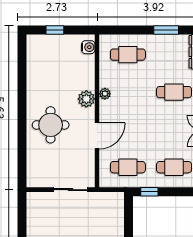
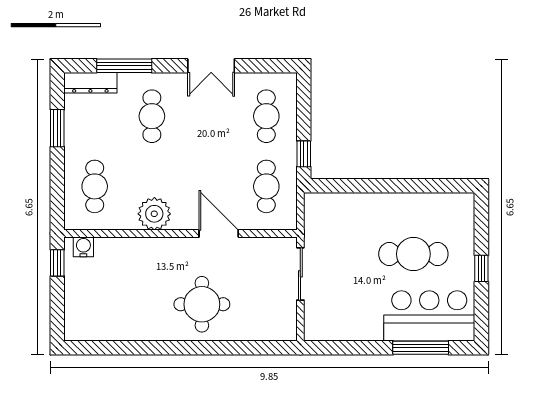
window: (55, 30) -> (57, 263), moved
plant: (105, 94) -> (154, 214), width x1.88, depth x1.88
plant: (86, 99) -> (162, 250), removed

